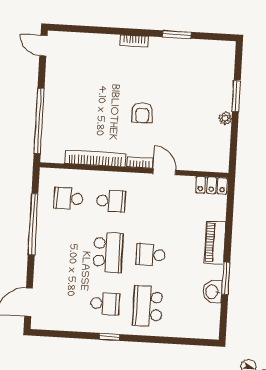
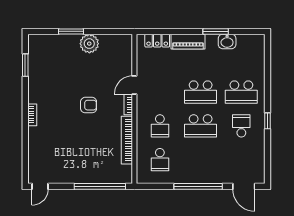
window: (177, 35) -> (25, 65), moved
plant: (225, 118) -> (89, 44), width x1.88, depth x1.88
locker: (211, 185) -> (157, 41), moved, turned 90
school desk: (111, 201) -> (160, 126), turned 180
window: (33, 224) -> (198, 186), moved
school desk: (108, 252) -> (201, 126), turned 180
school desk: (151, 255) -> (201, 92), width x1.85

